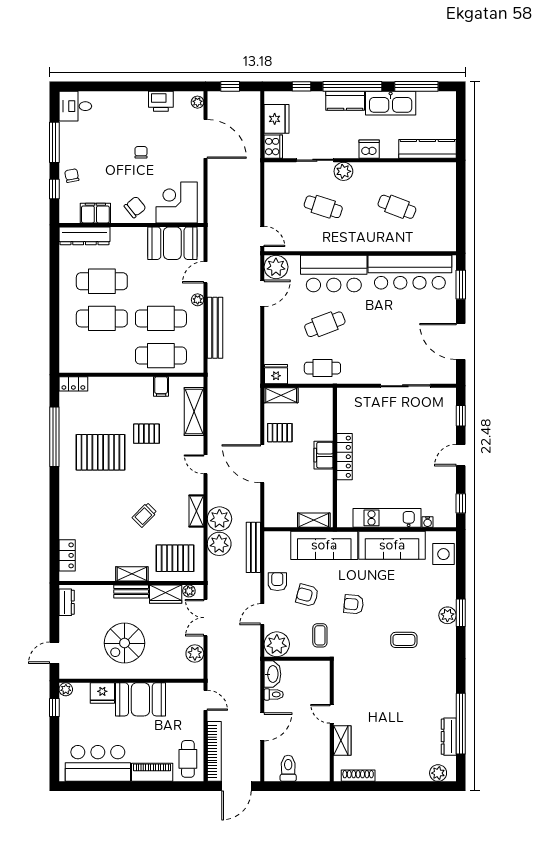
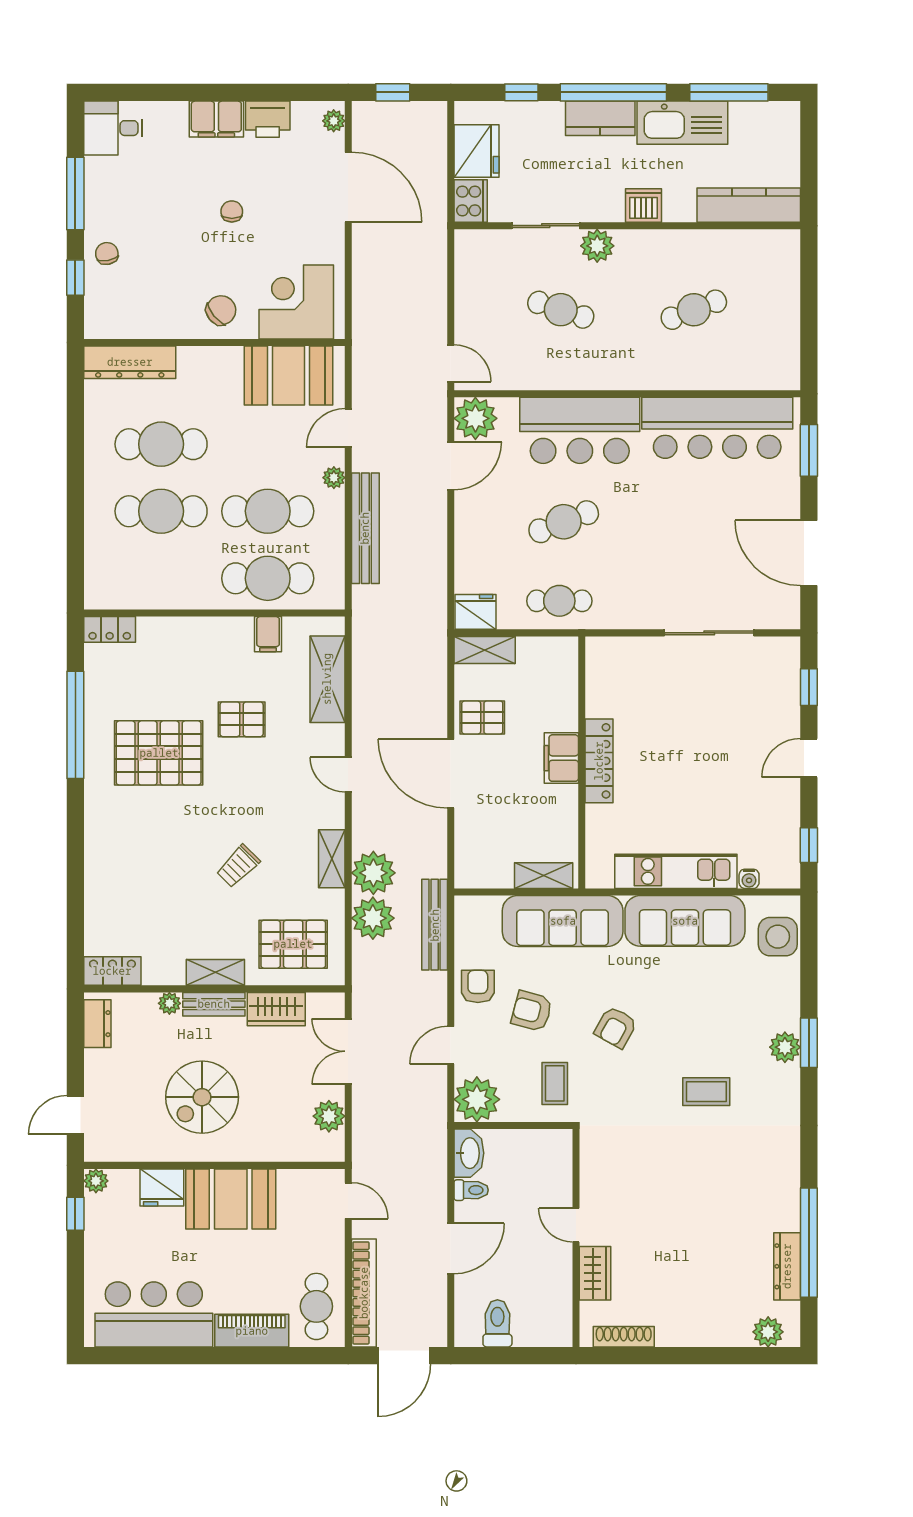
cafe table: (397, 207) -> (694, 310), turned -42
filing cabinet: (95, 213) -> (216, 119), moved, turned 180
locker: (67, 555) -> (112, 971), moved, turned -90
plant: (189, 591) -> (169, 1003), moved
armchair: (354, 604) -> (616, 1027), turned -66

